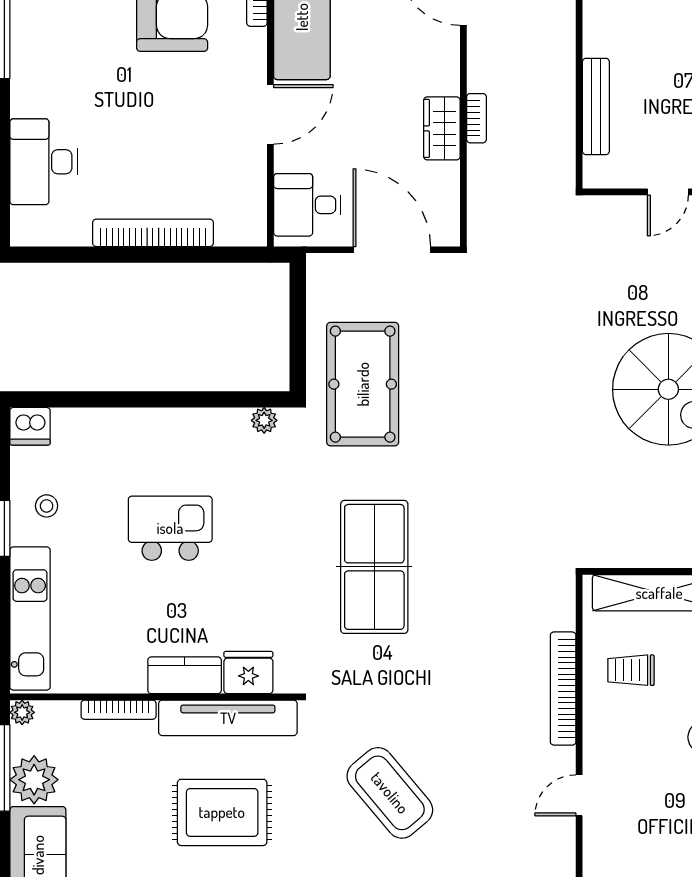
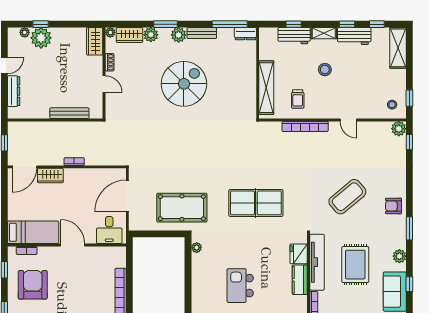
wardrobe: (442, 128) -> (50, 176), moved

